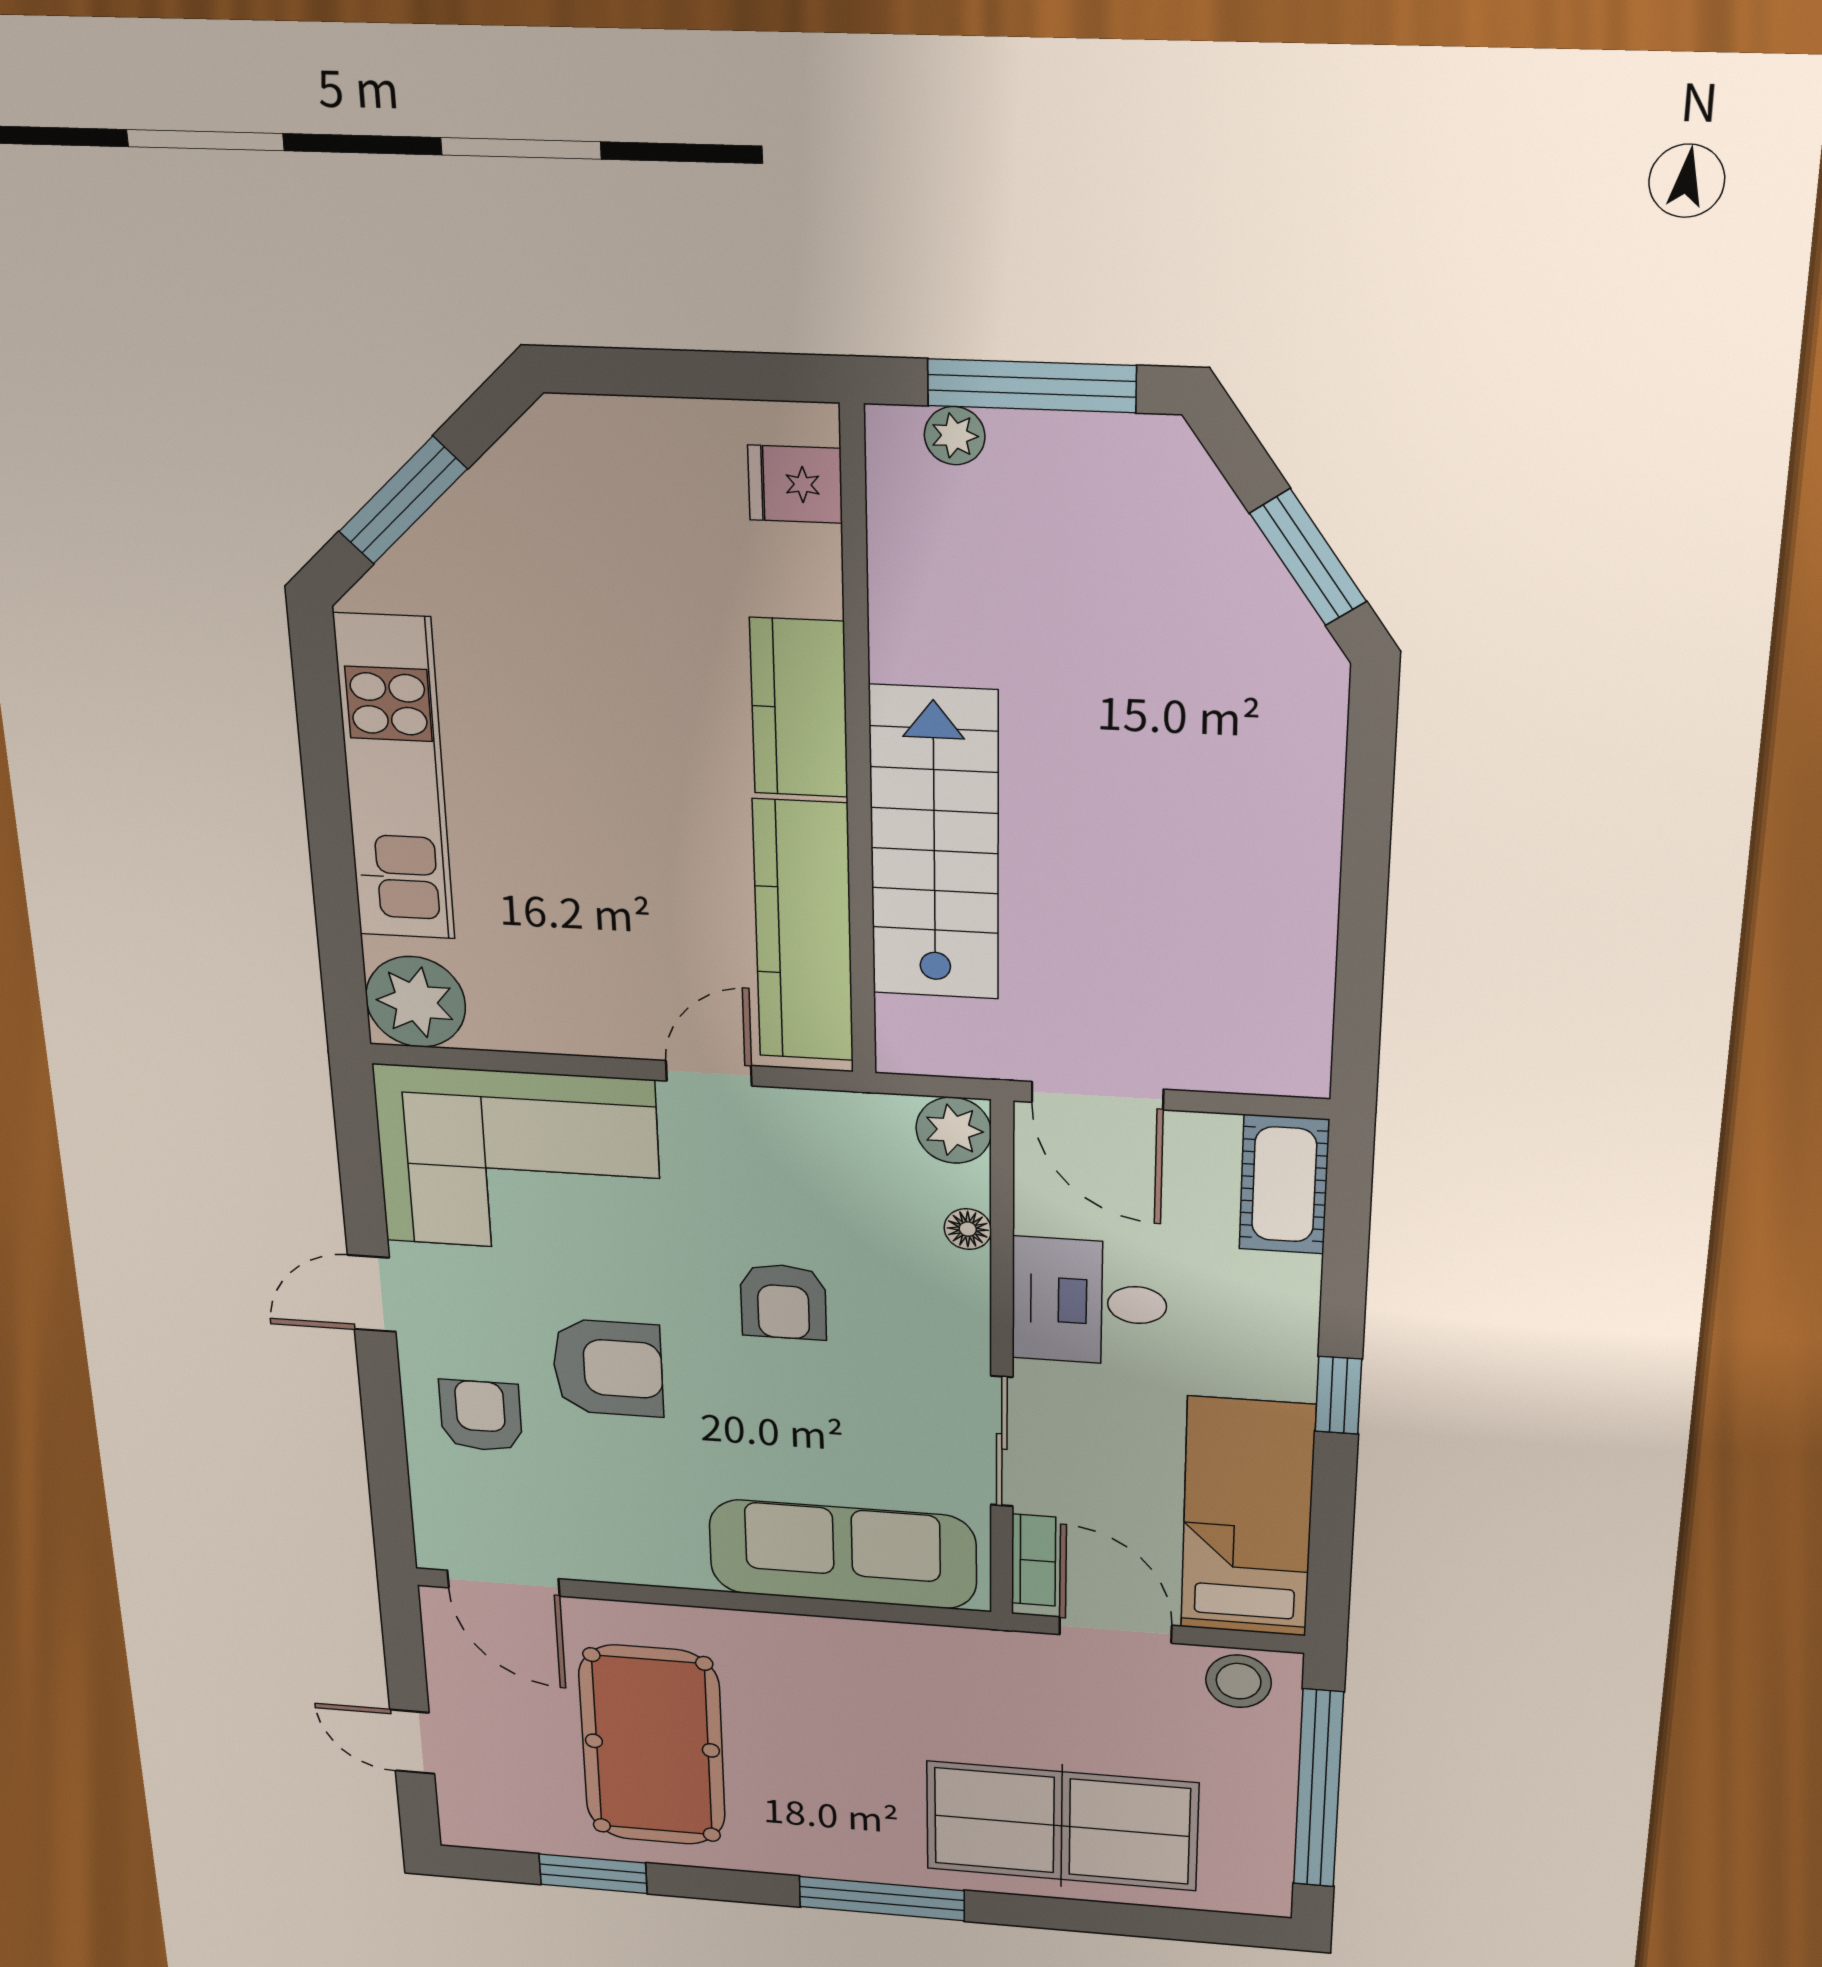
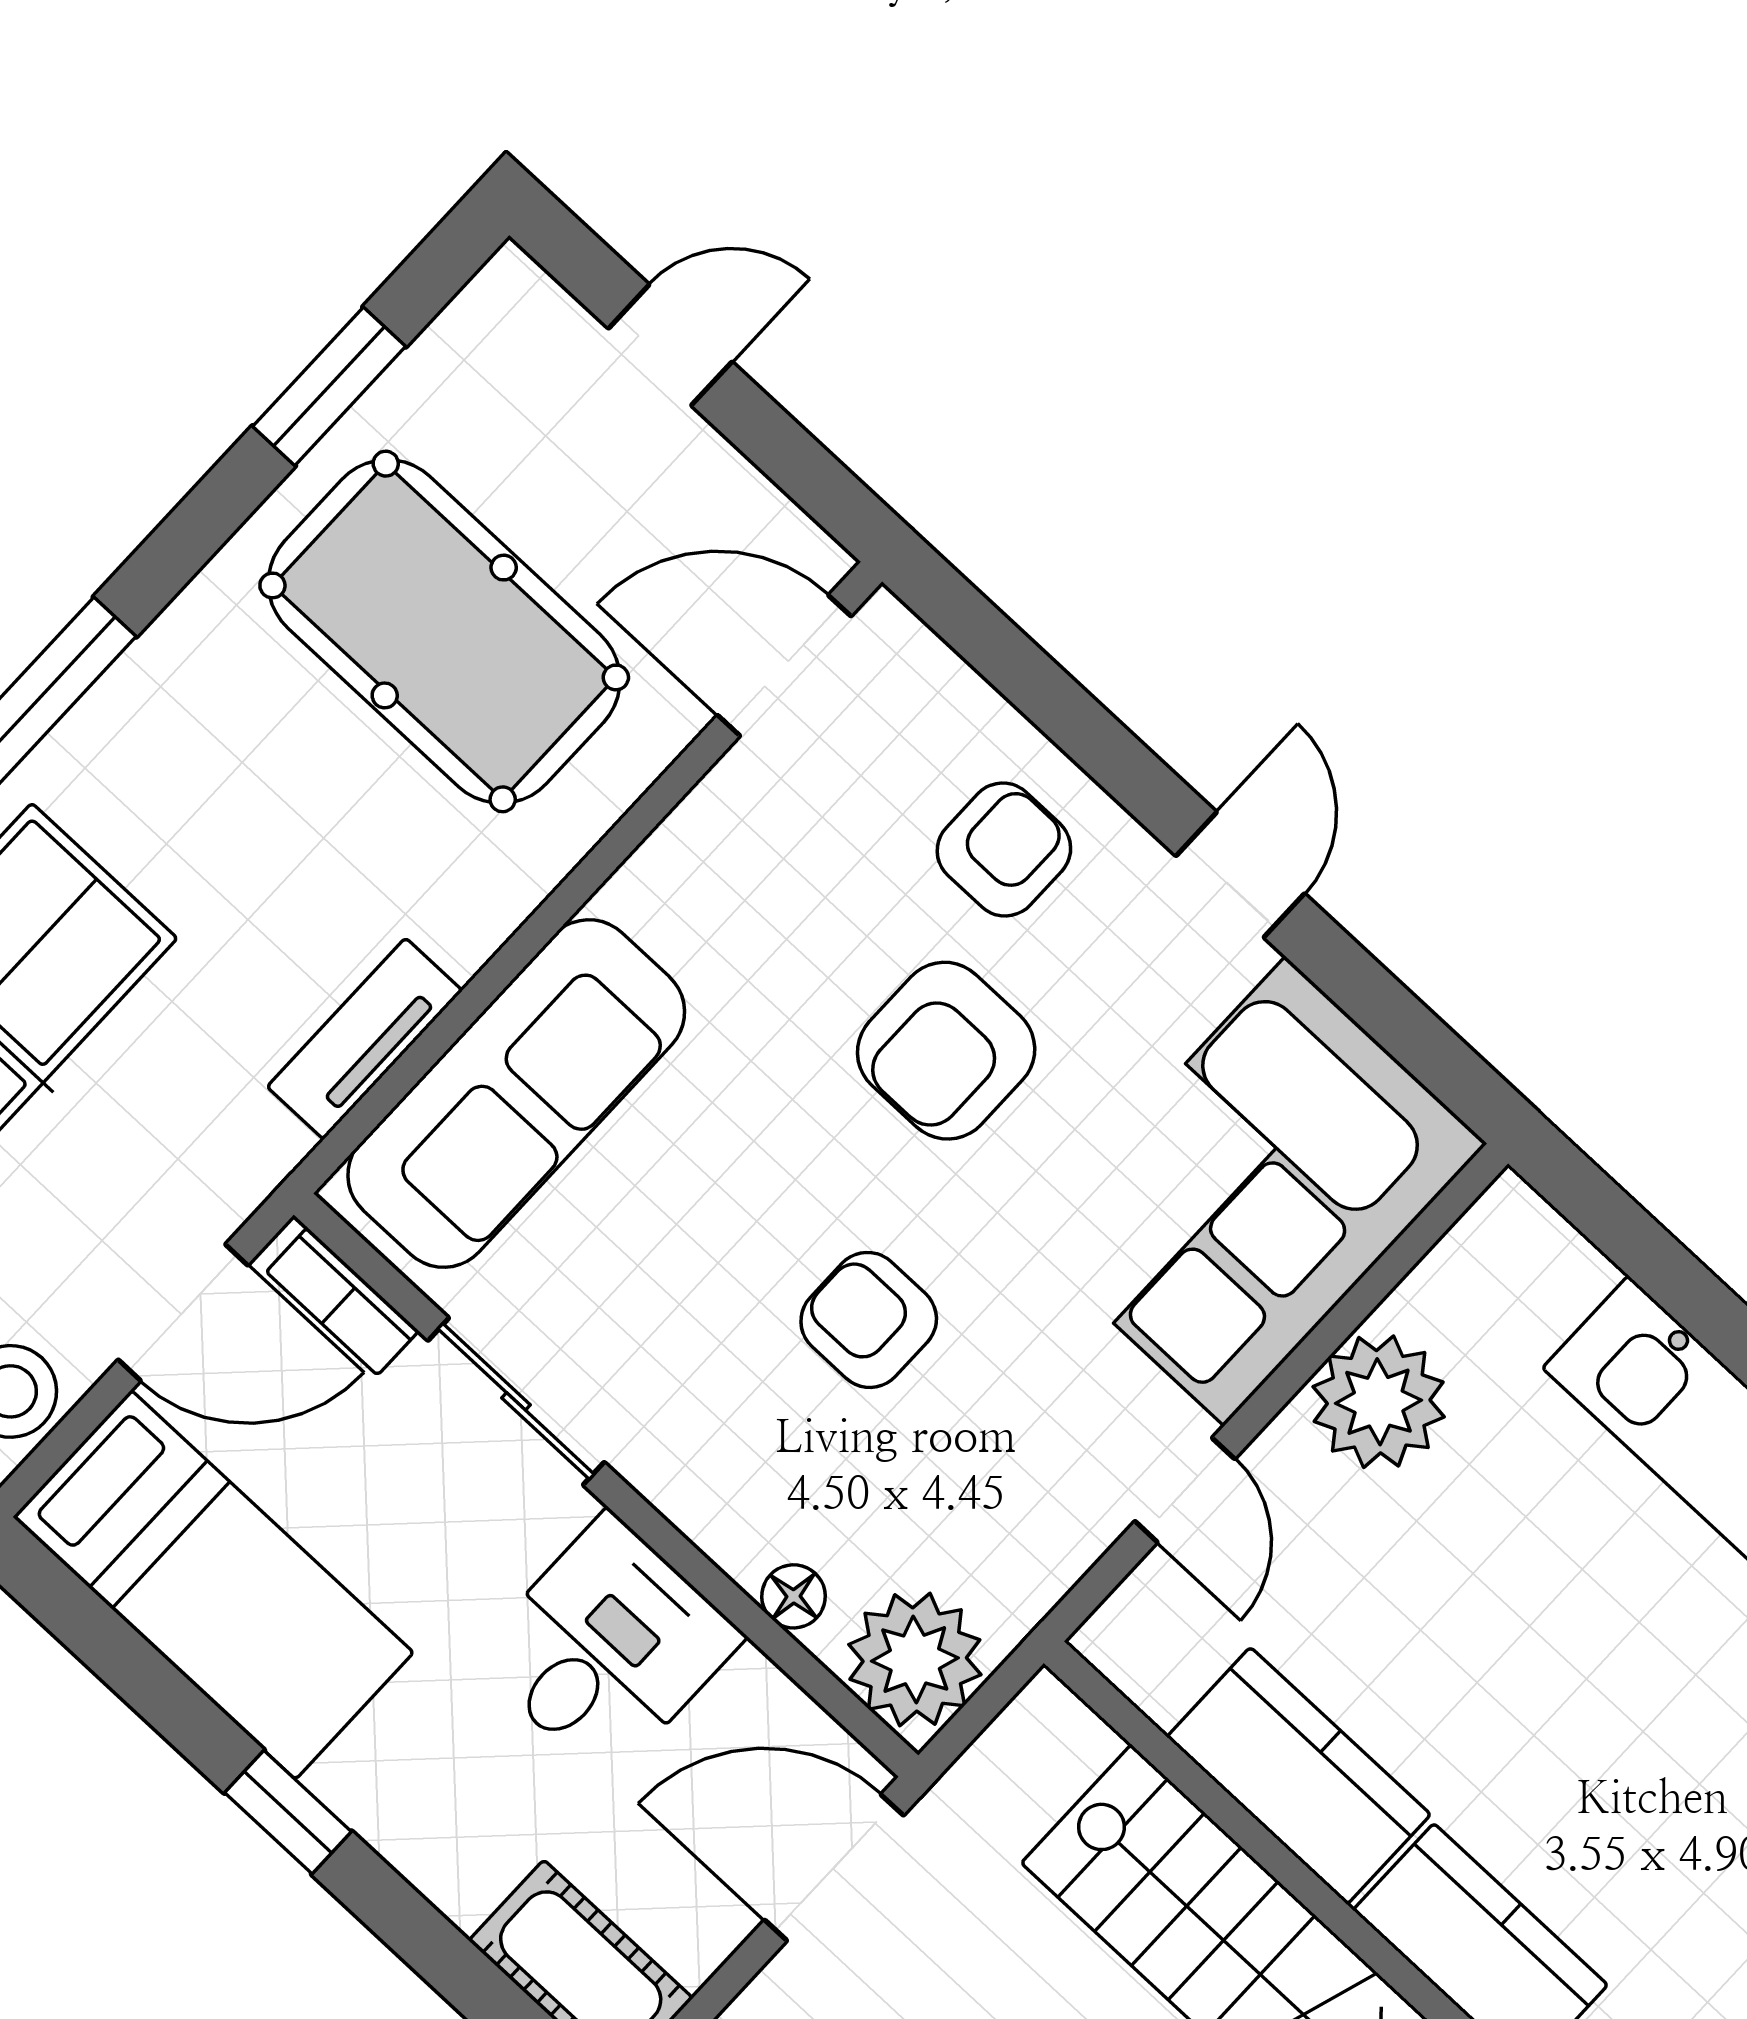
kitchen counter: (803, 931) -> (1299, 1776), width x0.67
plant: (416, 1002) -> (1379, 1402), moved
plant: (954, 1130) -> (915, 1659), width x1.36, depth x1.36
armchair: (481, 1416) -> (1004, 849), turned -90
tv unit: (888, 1643) -> (365, 1039), added

